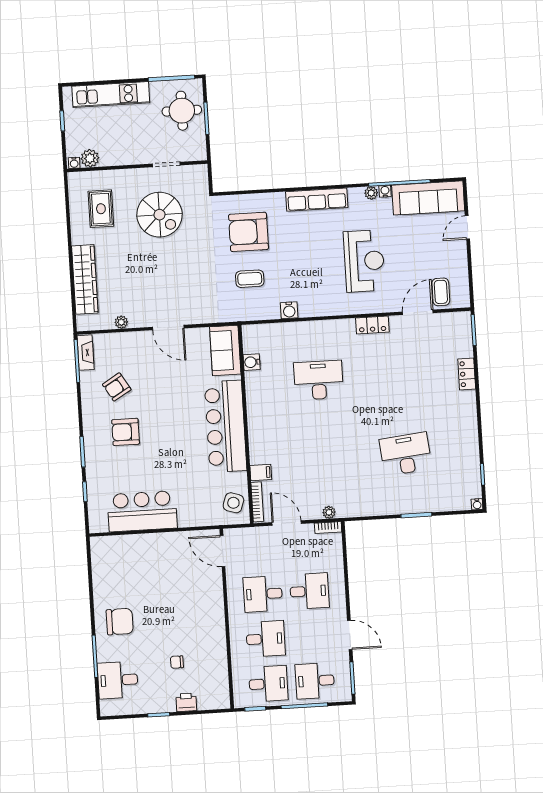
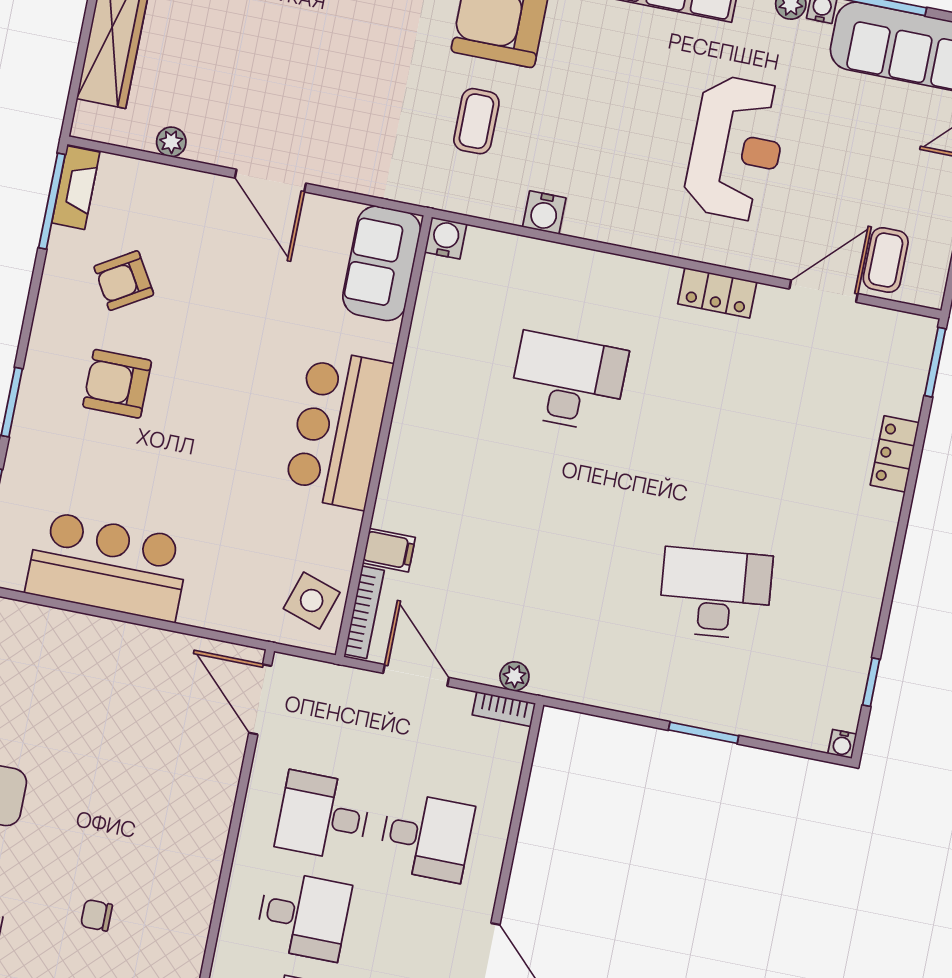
coffee table: (250, 279) -> (476, 121), turned 90
water cooler: (252, 362) -> (446, 238), moved, turned 90
bar counter: (226, 426) -> (339, 429), width x0.73

